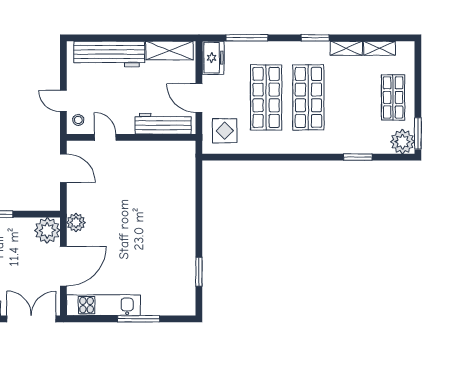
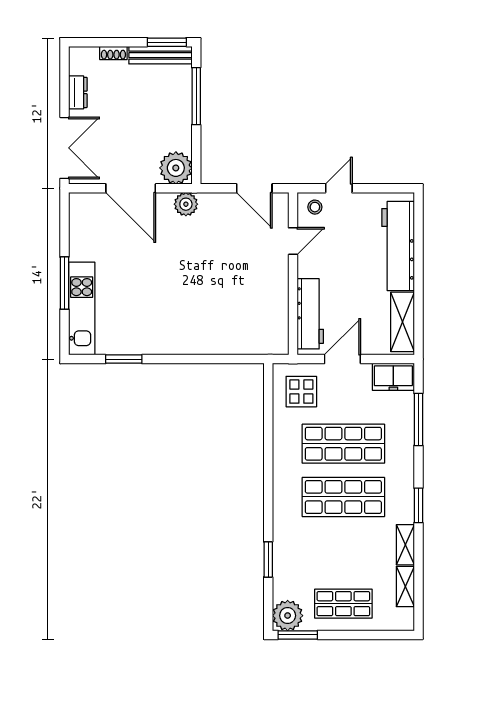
door: (63, 168) -> (254, 188), hinge flipped
kitchen unit: (104, 305) -> (82, 309), moved

